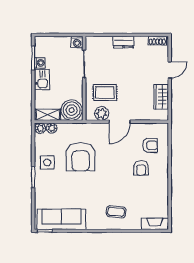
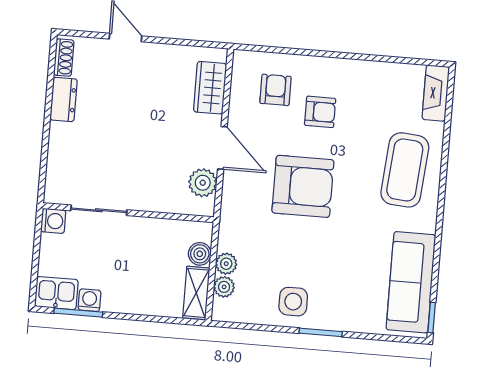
dresser: (123, 42) -> (64, 99), moved
kitchen sink: (42, 79) -> (56, 293), moved
rug: (105, 93) -> (161, 173), removed
wardrobe: (161, 97) -> (210, 88), moved, turned 90
boiler: (72, 110) -> (200, 254), width x0.54, depth x0.54
plant: (40, 128) -> (226, 264), moved
armchair: (81, 157) -> (303, 186), moved
coffee table: (116, 212) -> (405, 170), width x1.86, depth x1.72

